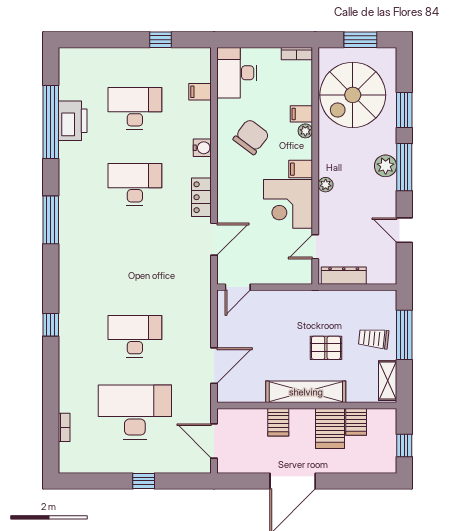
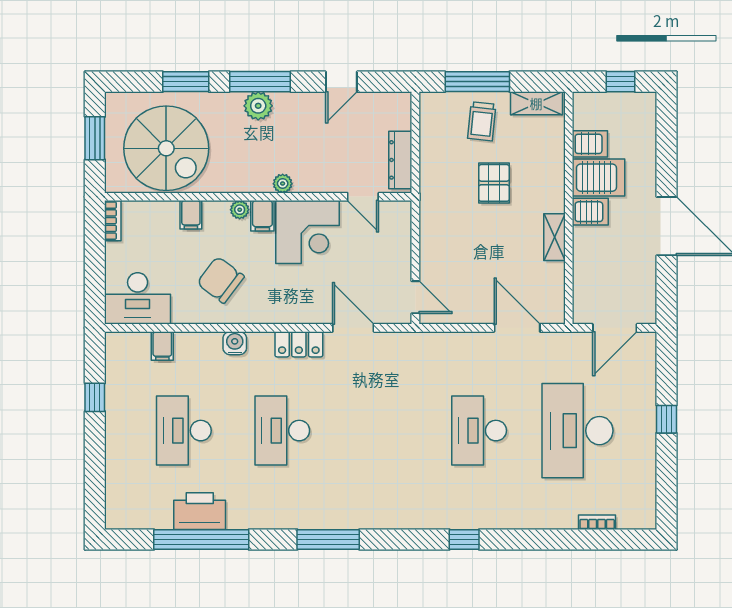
plant: (305, 131) -> (240, 210), moved
shelving: (306, 392) -> (554, 237), width x0.45, depth x0.75
server rack: (278, 422) -> (590, 212), moved

